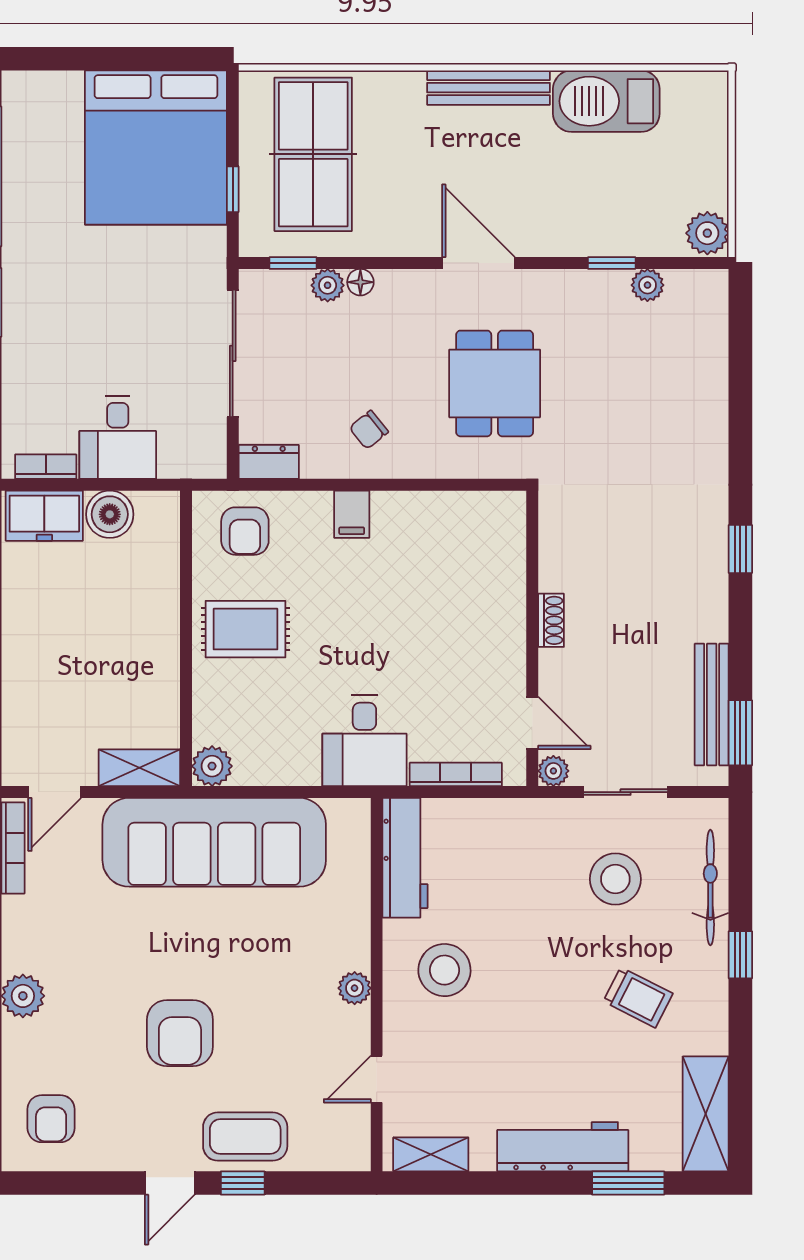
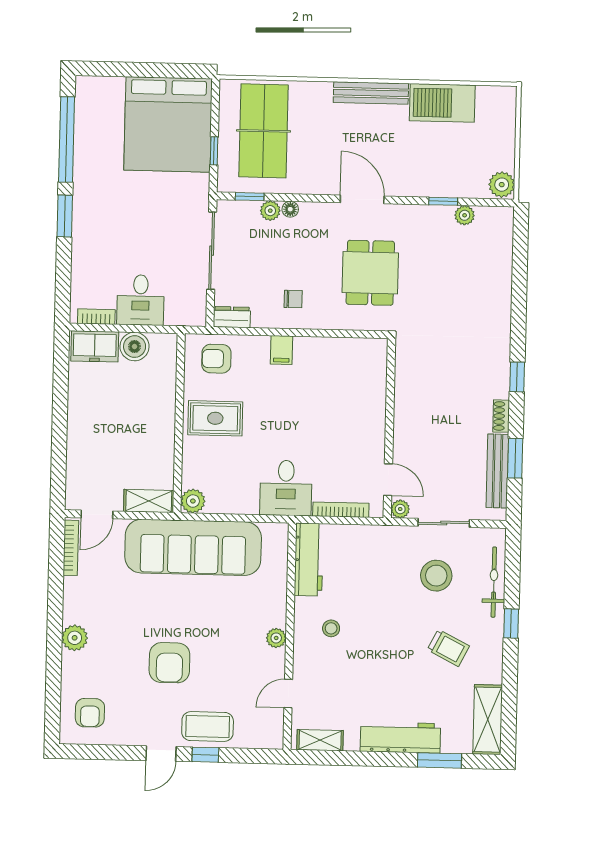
chair: (369, 430) -> (293, 299), turned -141
armchair: (245, 531) -> (216, 359), turned 90
shoe rack: (551, 620) -> (501, 416), moved, turned 180
window: (740, 733) -> (515, 458), moved
stool: (444, 970) -> (331, 628), width x0.53, depth x0.53

